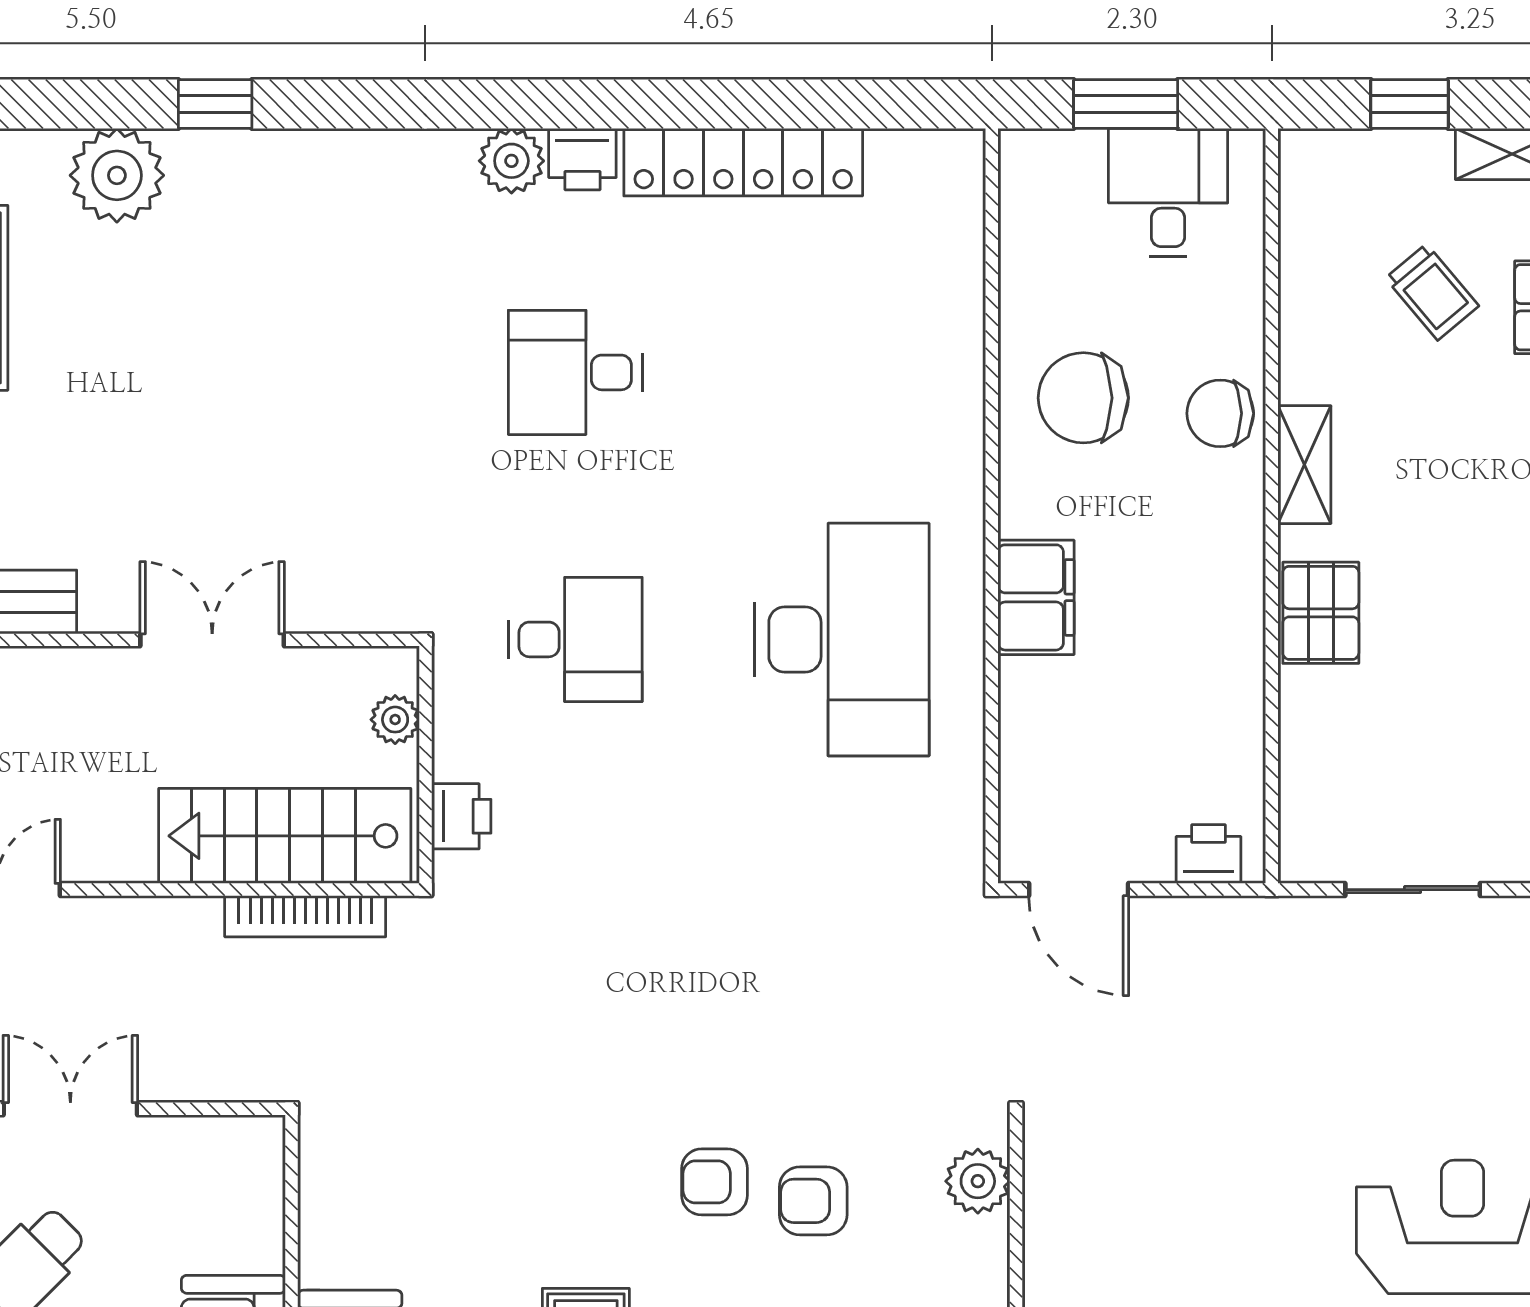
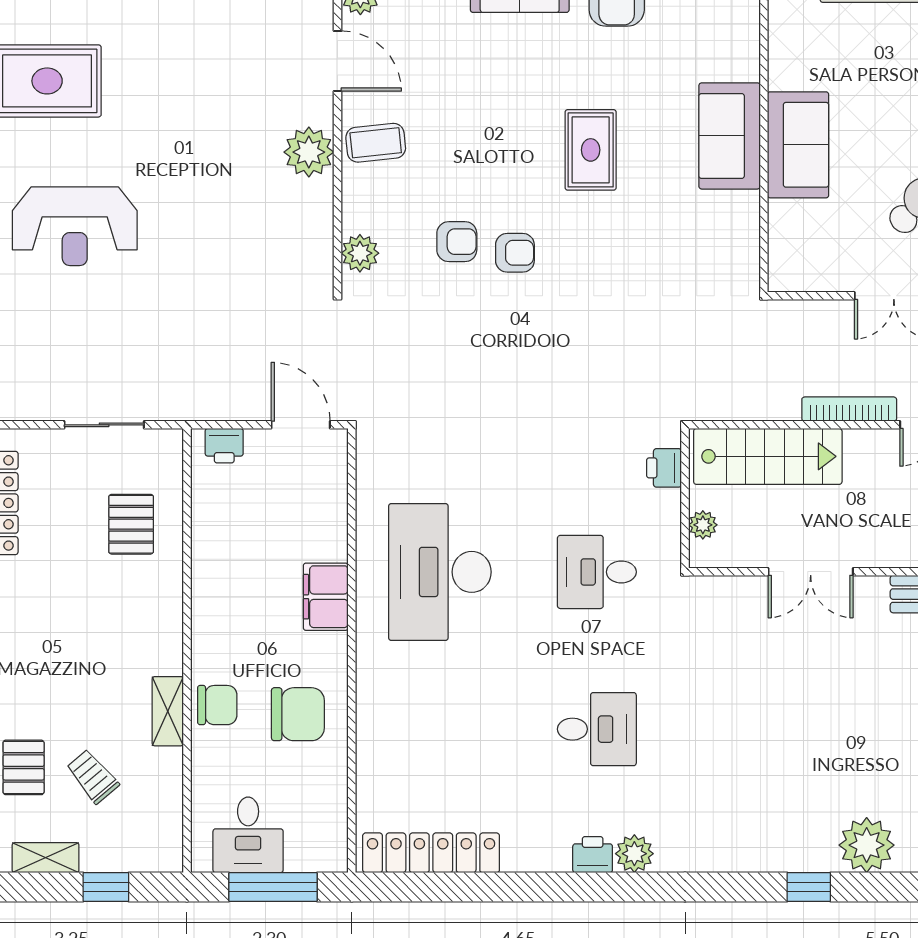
window: (1126, 104) -> (273, 887), width x1.44
locker: (743, 162) -> (431, 853), moved
shelving: (1304, 465) -> (168, 711), moved
pallet: (1321, 613) -> (131, 524), moved
bookcase: (305, 916) -> (849, 409), moved

